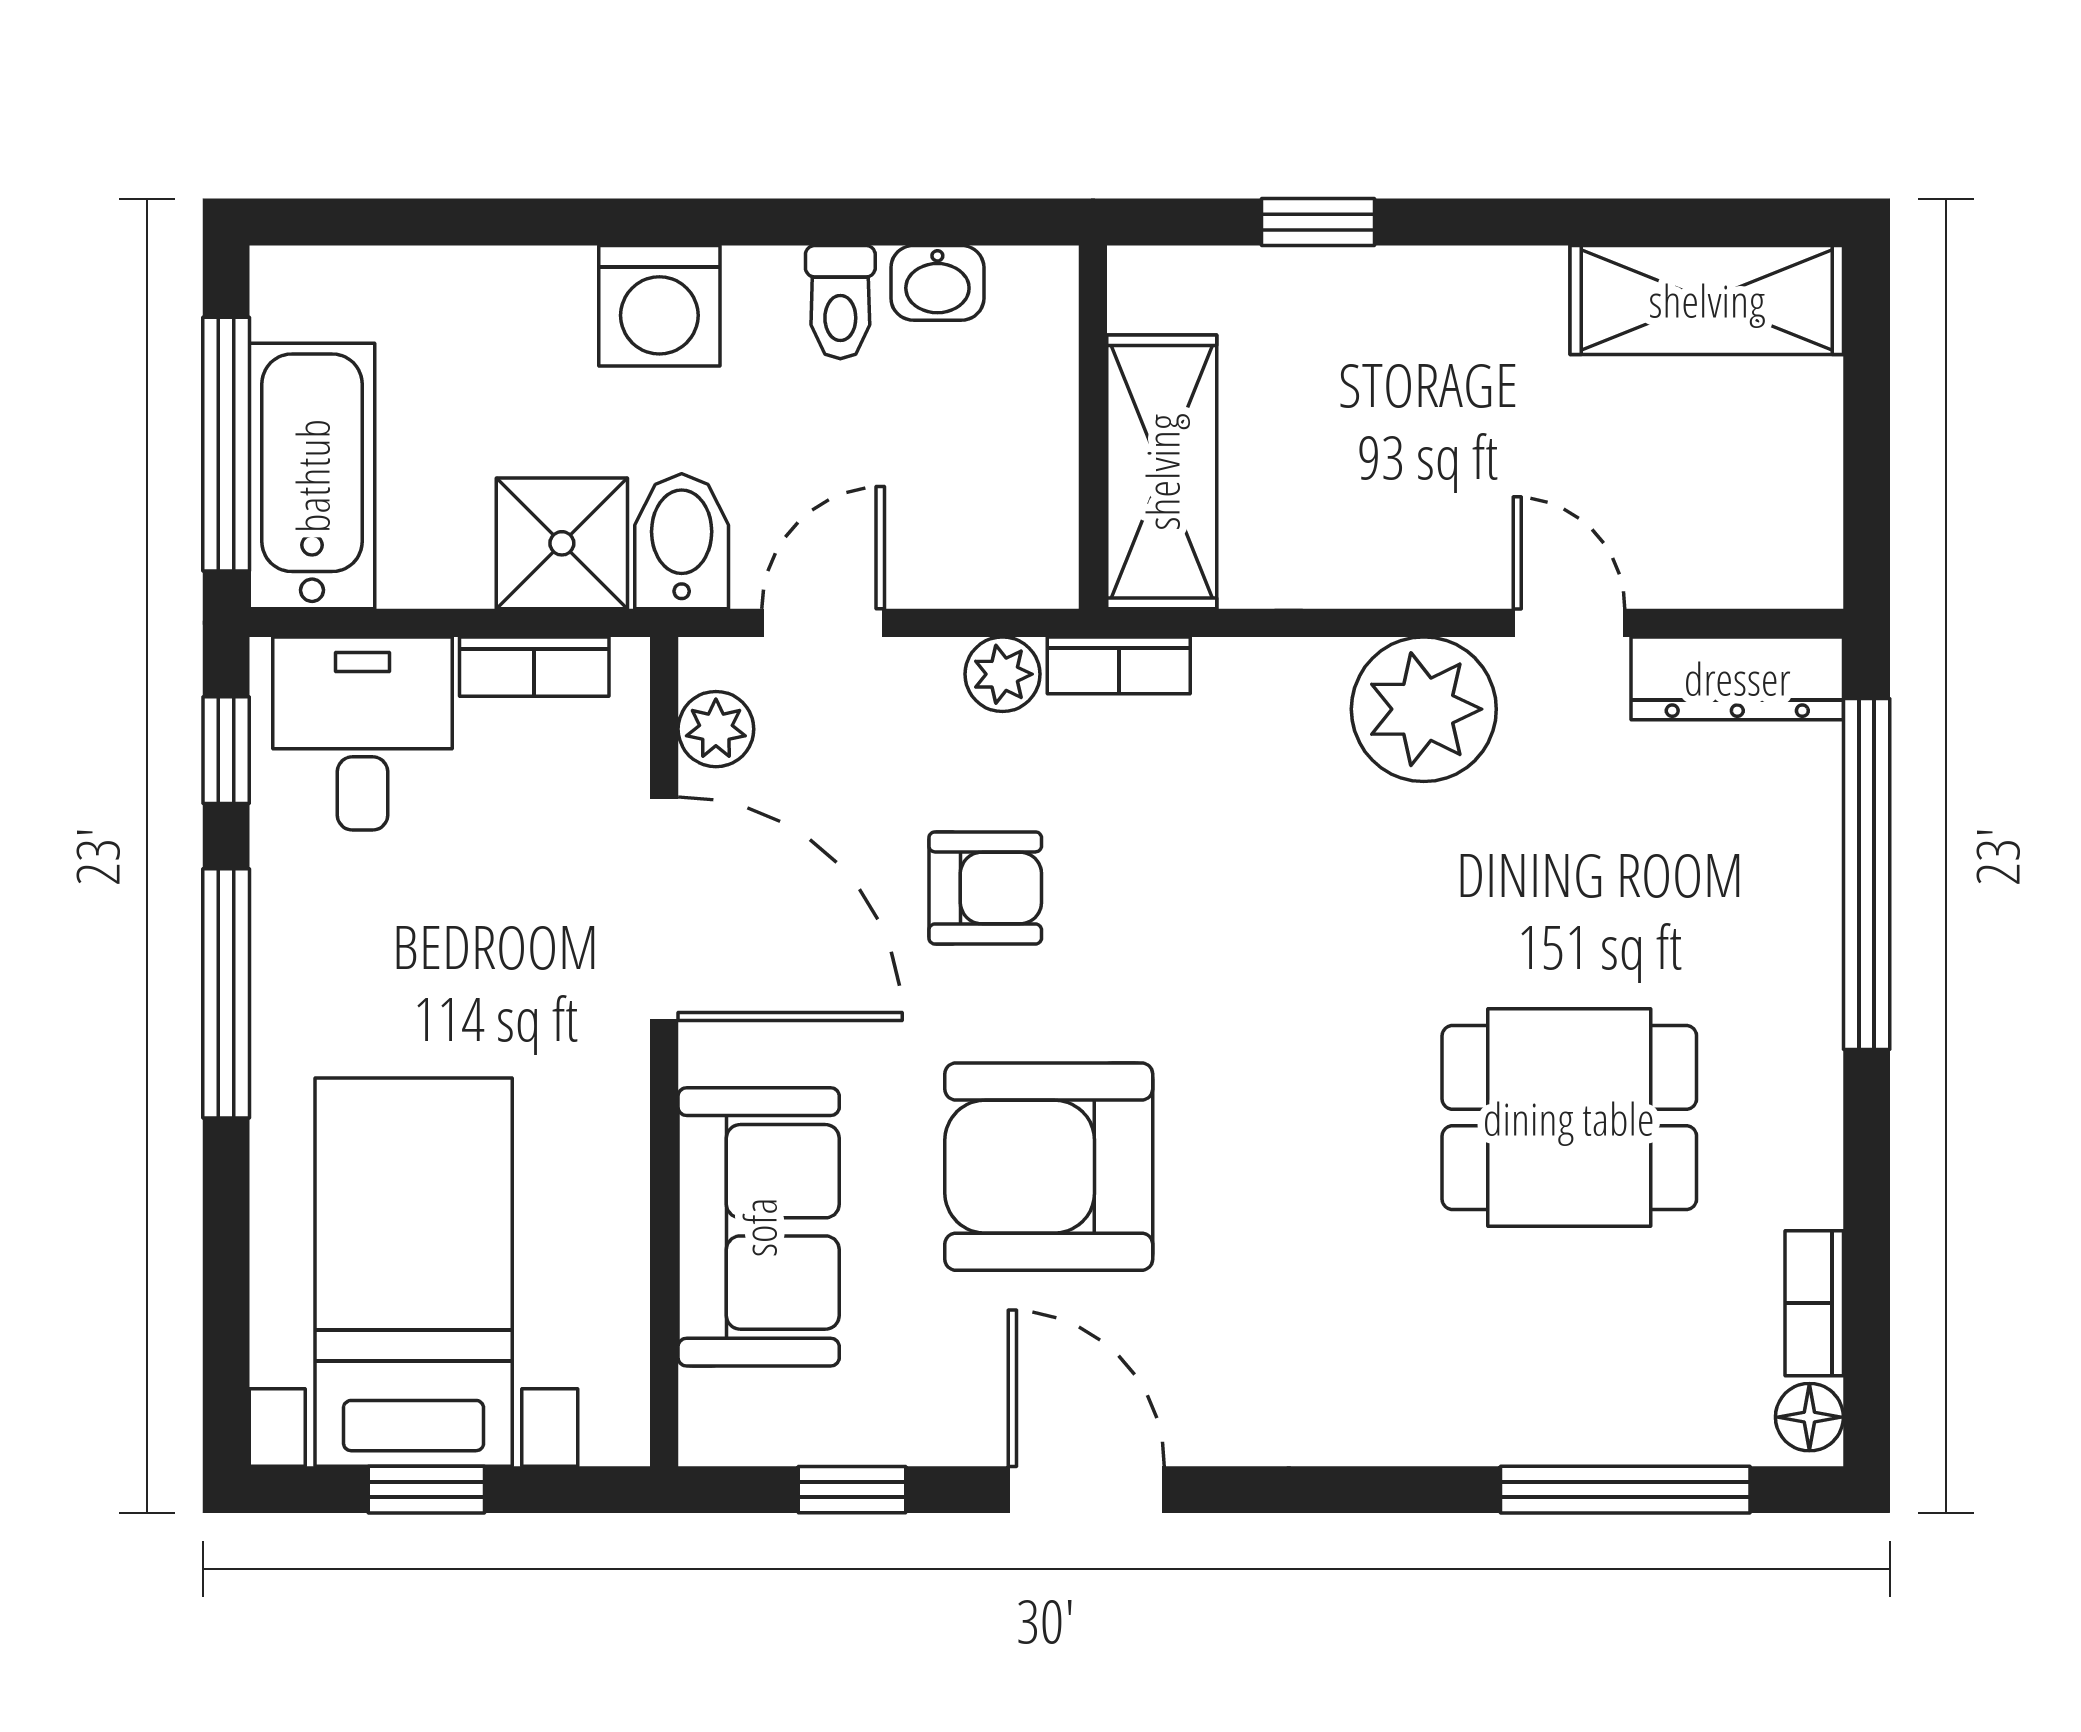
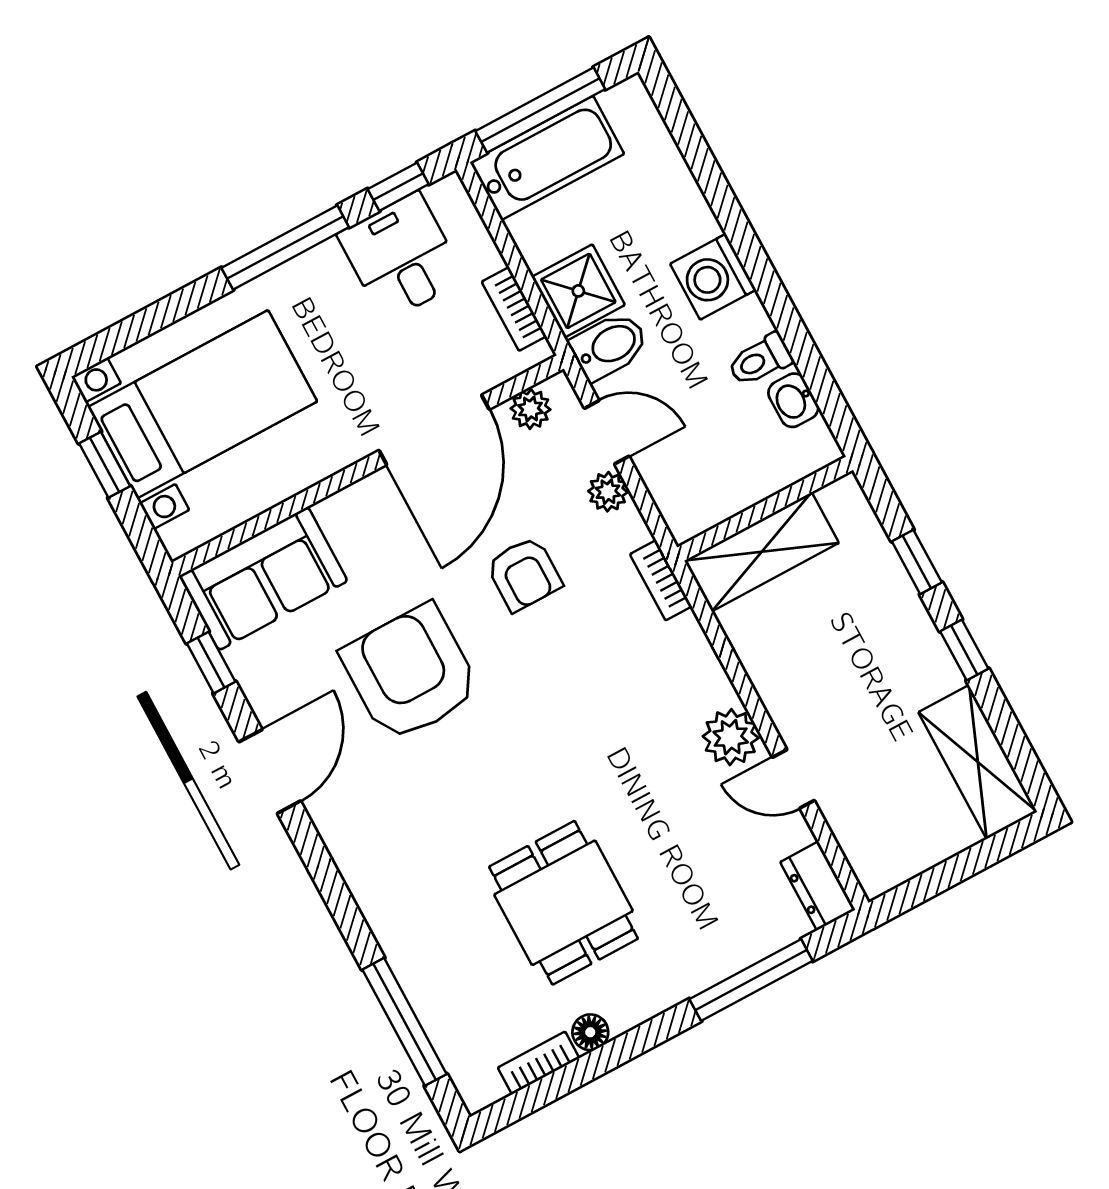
window: (1508, 222) -> (964, 650), added
door: (1569, 623) -> (793, 779), swing flipped
plant: (1002, 674) -> (608, 492), moved
dresser: (1737, 678) -> (818, 886), width x0.70
plant: (1424, 709) -> (731, 737), width x0.73, depth x0.73
desk: (363, 733) -> (401, 257), moved, turned -90
window: (1867, 874) -> (751, 980), width x0.68
sofa: (759, 1227) -> (263, 578), moved
floor lamp: (1809, 1417) -> (590, 1032), moved

